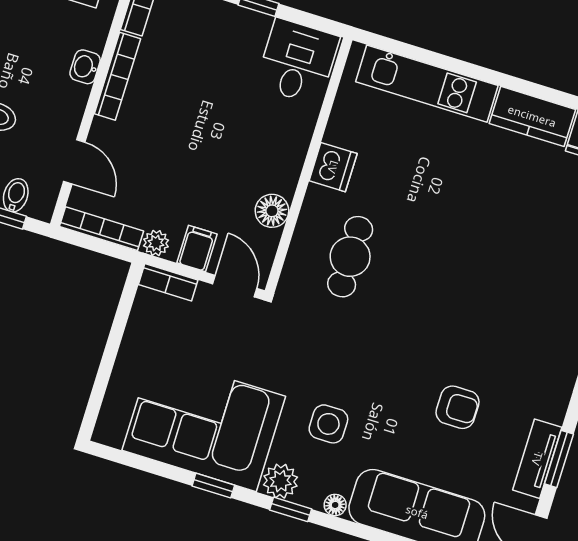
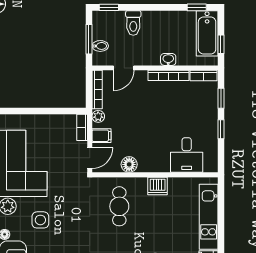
desk: (298, 62) -> (187, 155), moved, turned 90
cafe table: (350, 257) -> (119, 206), turned 90

